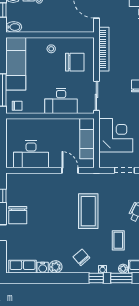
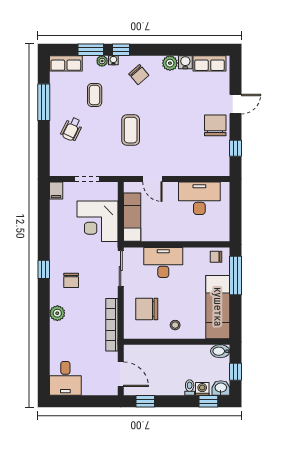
coffee table: (88, 211) -> (131, 130), width x0.73, depth x0.76
plant: (123, 269) -> (102, 61), moved

